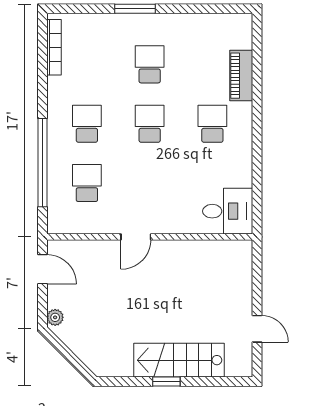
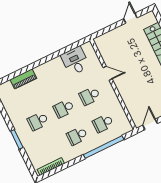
school desk: (212, 124) -> (90, 96), moved
desk: (228, 211) -> (75, 61), moved
door: (136, 237) -> (108, 73), moved

